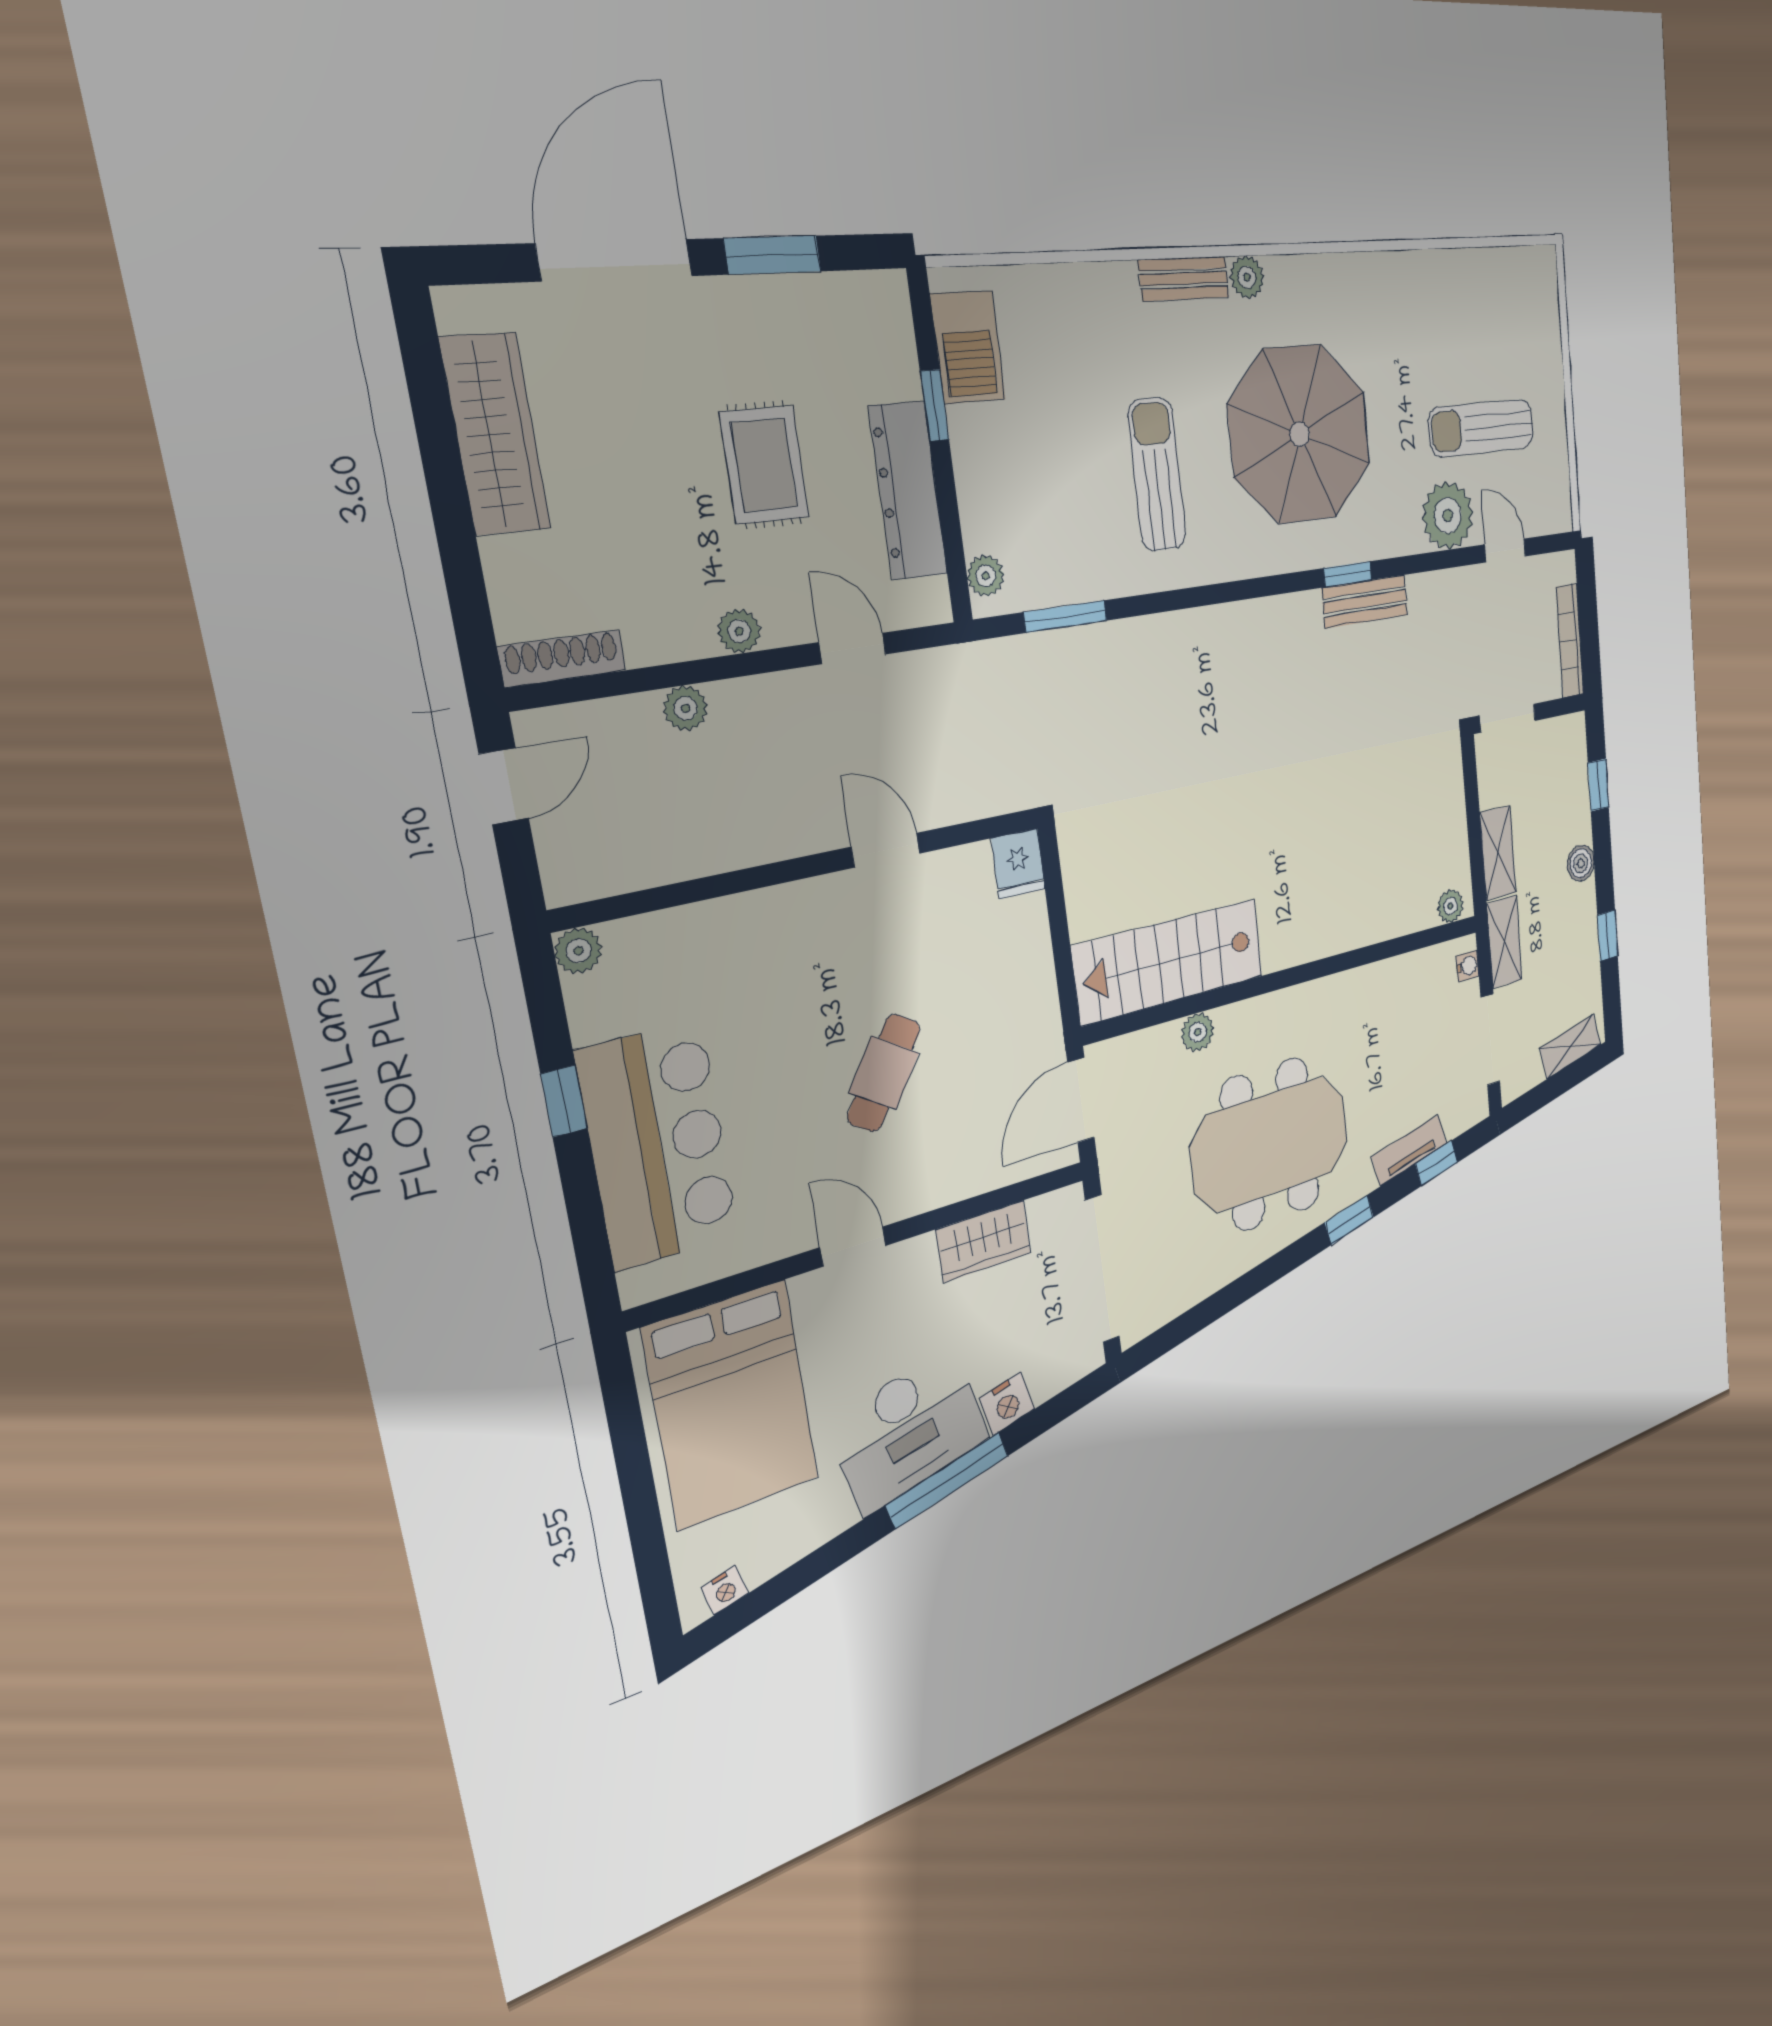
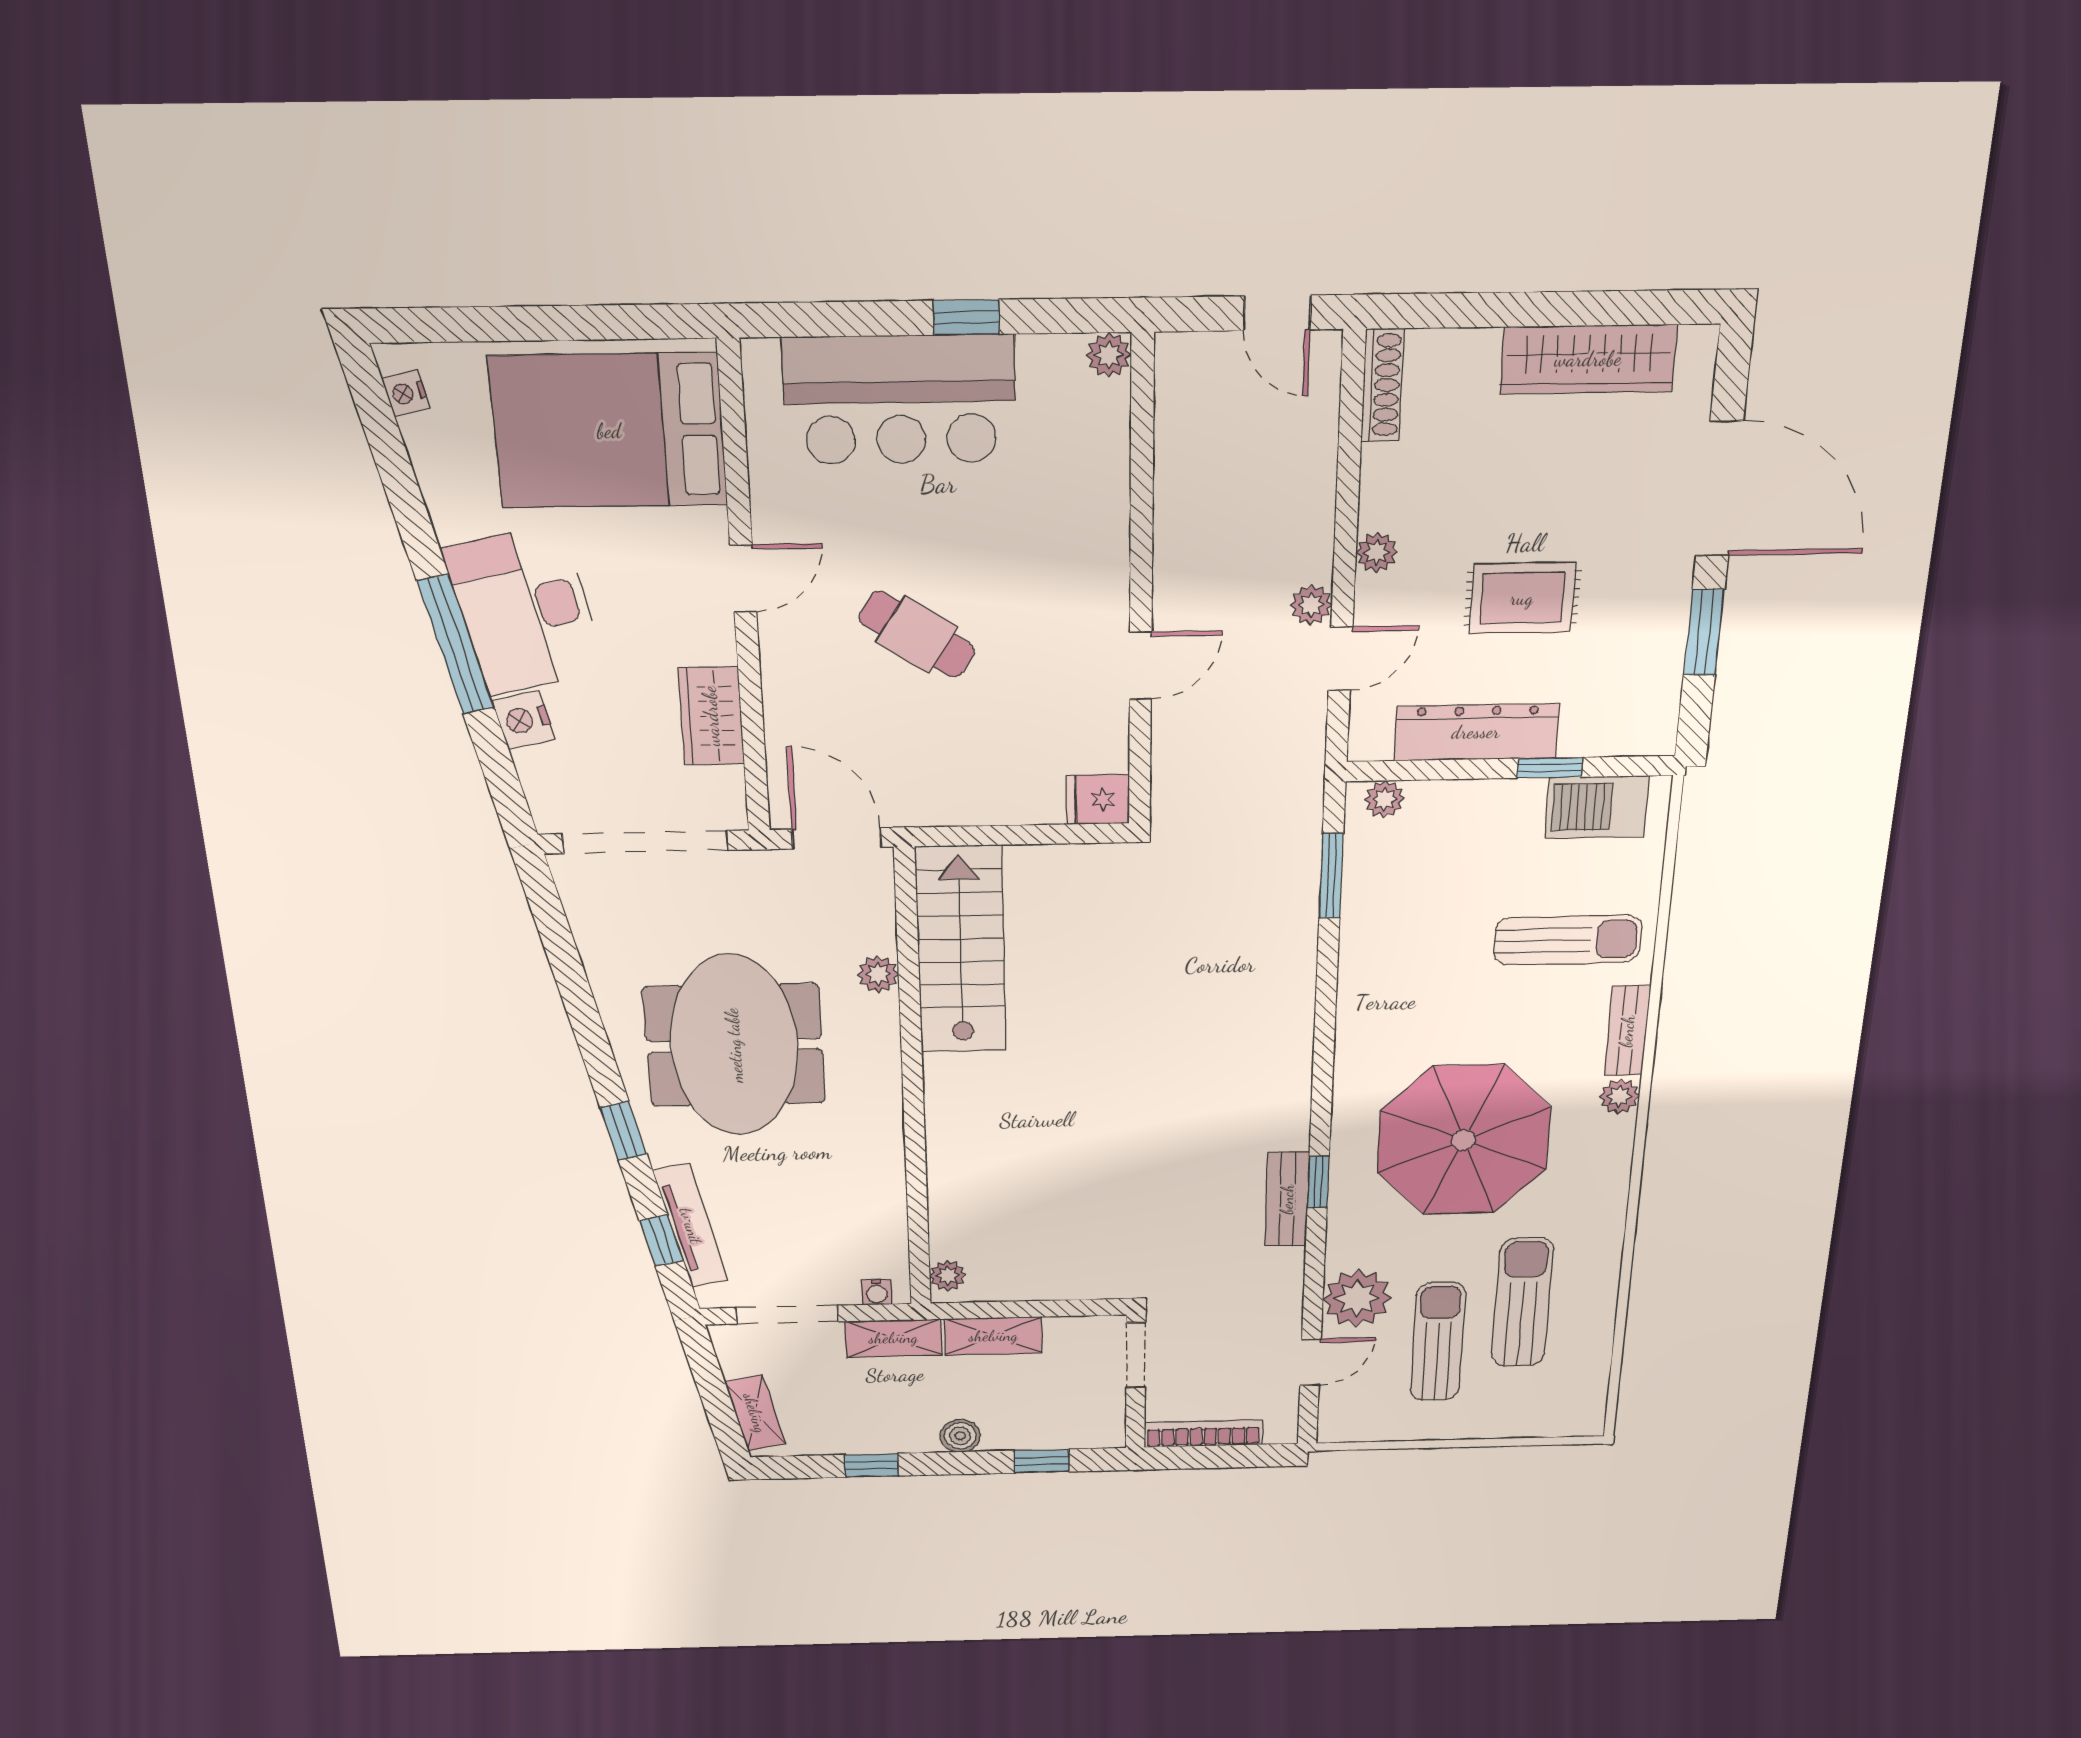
sun lounger: (1442, 348) -> (1522, 1303), added
sun lounger: (1157, 475) -> (1568, 940), moved
plant: (686, 708) -> (1311, 605), moved
tv unit: (1409, 1150) -> (691, 1226), width x1.41

